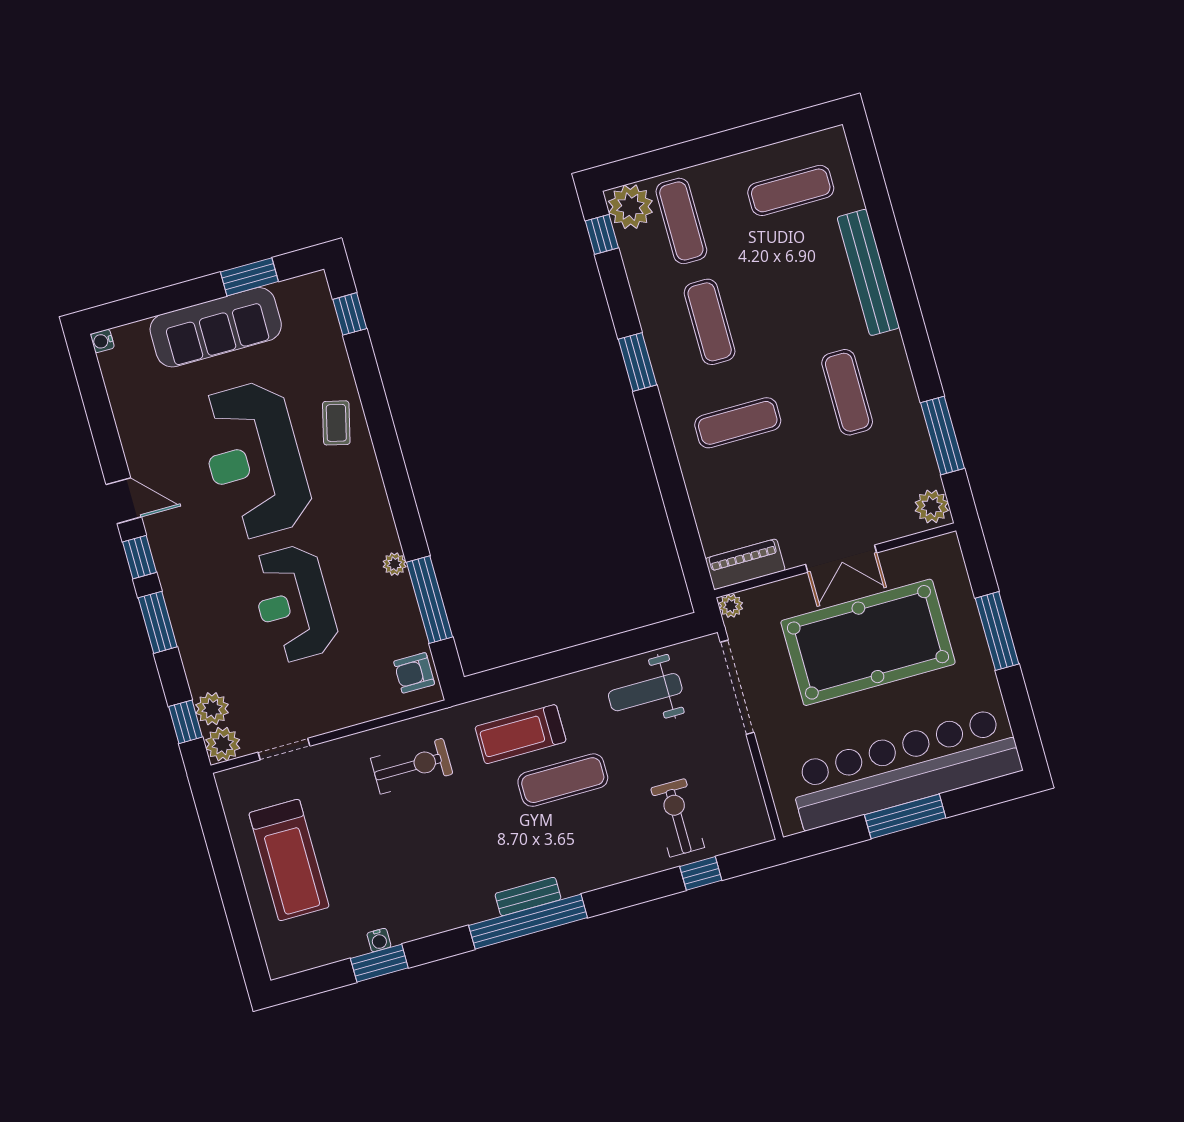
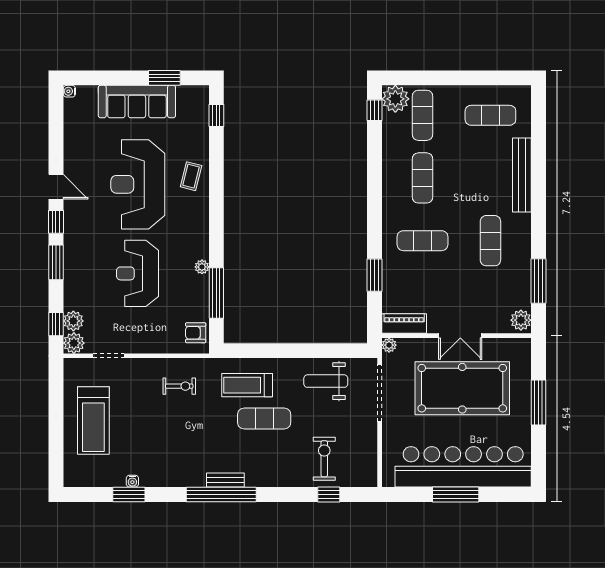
window: (637, 362) -> (374, 275), moved
exercise bike: (412, 766) -> (179, 386), width x0.73, depth x0.72

